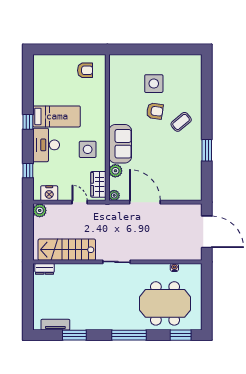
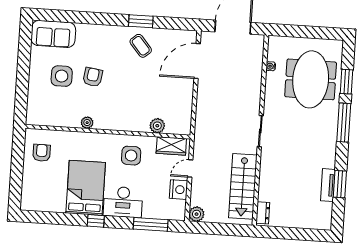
bed: (57, 116) -> (86, 188), width x1.50
coffee table: (181, 122) -> (141, 46), moved
sofa: (120, 144) -> (53, 34), moved, turned 180
window: (28, 171) -> (151, 224), width x2.17
nightstand: (49, 193) -> (179, 190), moved
plant: (114, 195) -> (87, 123), moved
door: (145, 202) -> (197, 61), moved
tv unit: (55, 325) -> (328, 185), moved
window: (181, 335) -> (346, 82), moved

